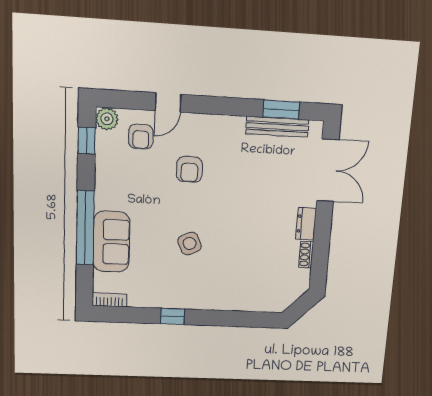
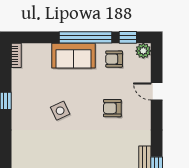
armchair: (141, 137) -> (114, 59), moved
window: (85, 228) -> (85, 37), moved
sofa: (111, 242) -> (73, 56), moved

